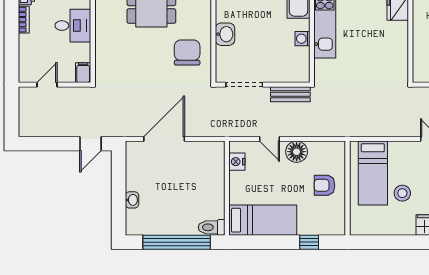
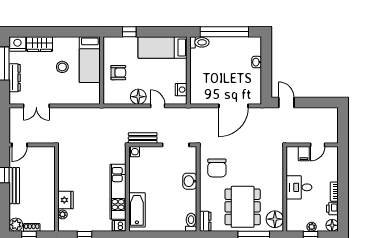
washing machine: (303, 39) -> (134, 152), moved
filing cabinet: (83, 73) -> (304, 154), moved
door: (90, 144) -> (286, 102), hinge flipped
bed: (373, 173) -> (90, 60), moved, turned 180

